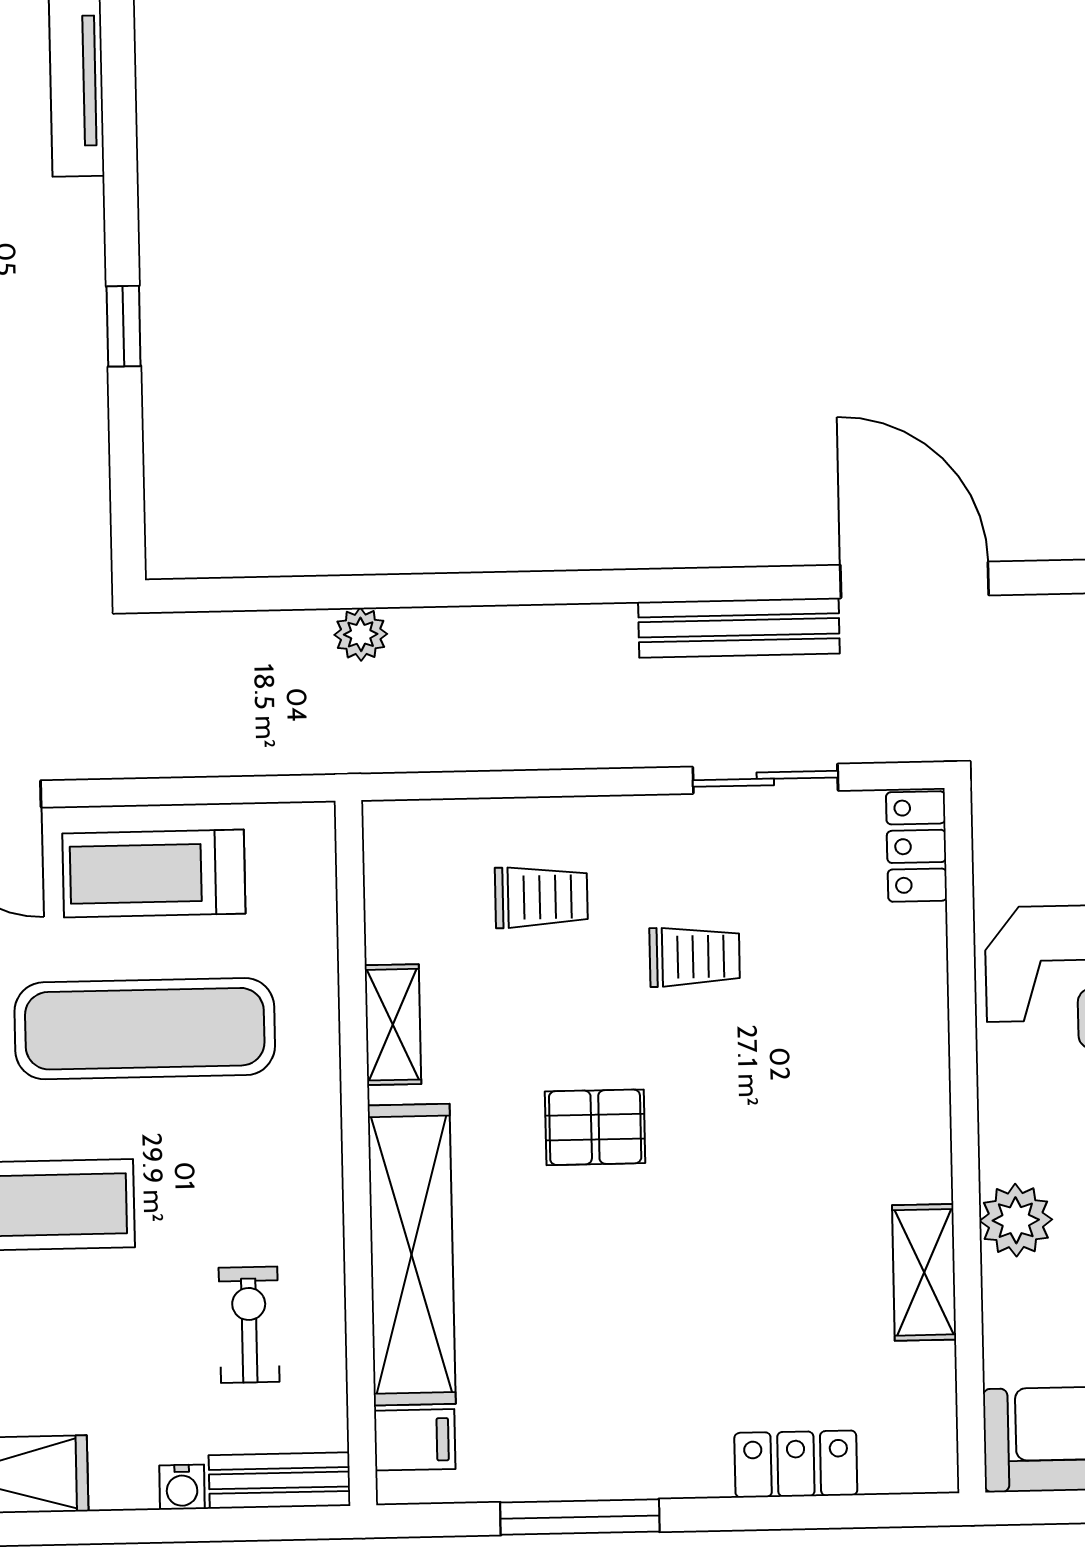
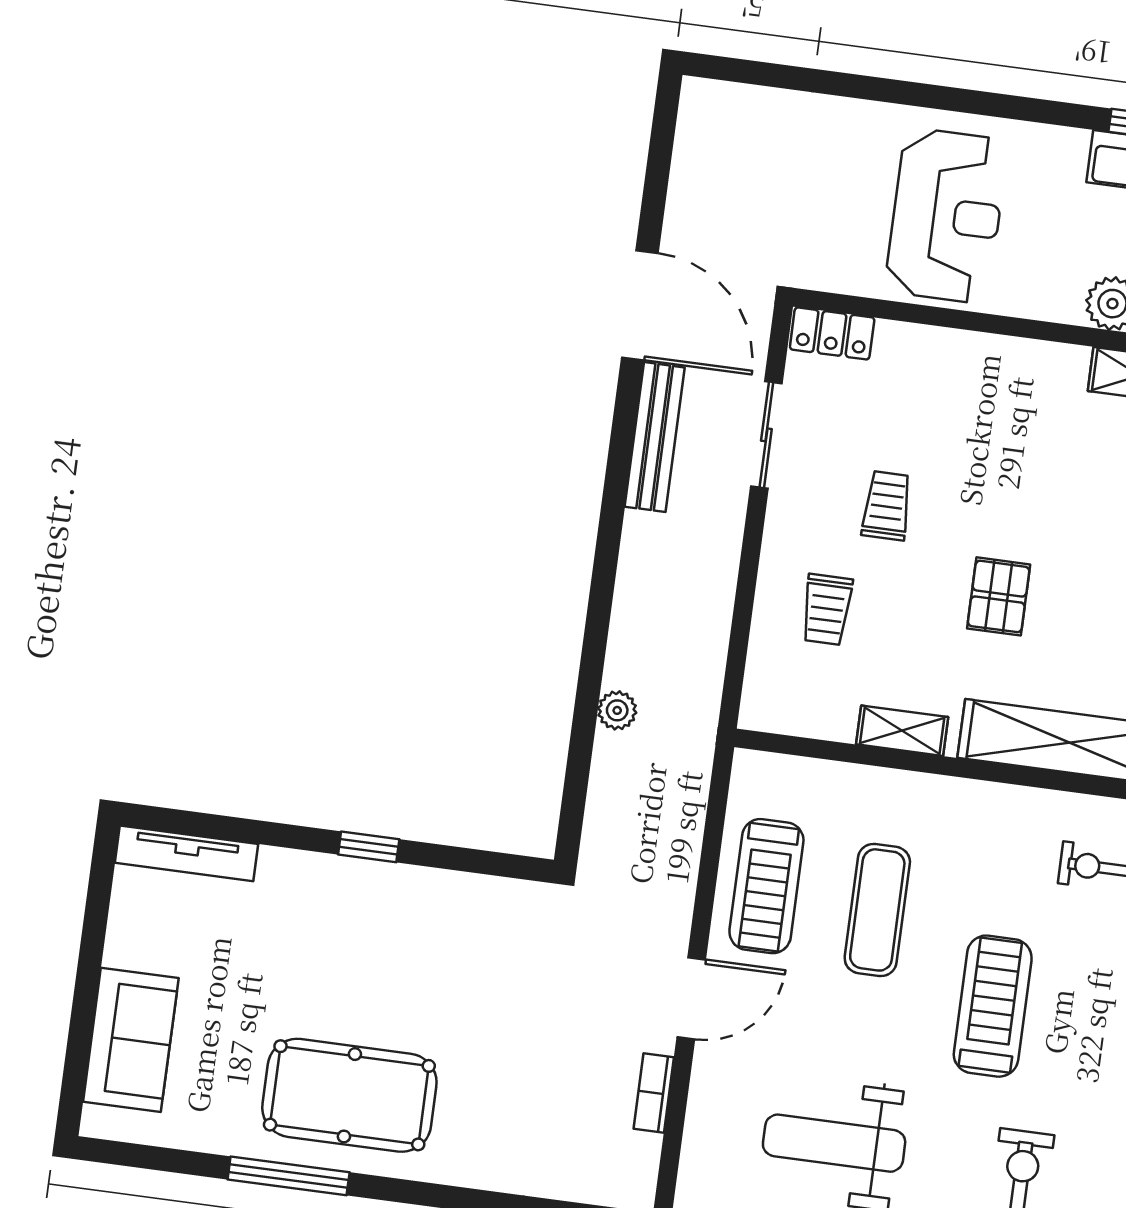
door: (914, 580) -> (640, 305), swing flipped
trolley: (541, 897) -> (827, 610), turned 180
exercise mat: (145, 1029) -> (877, 910), width x0.73, depth x0.69

